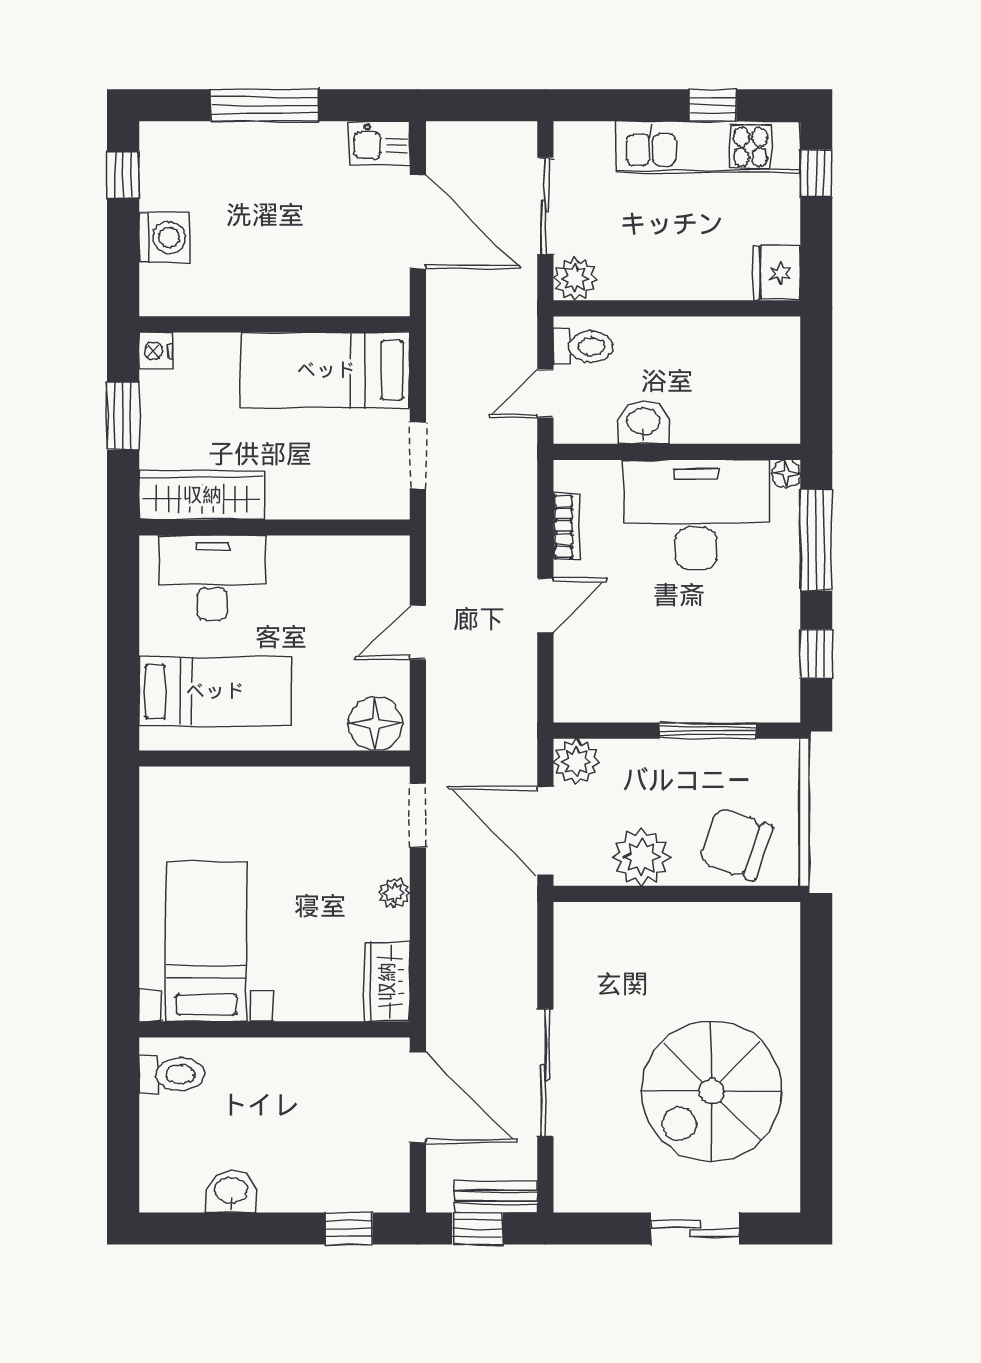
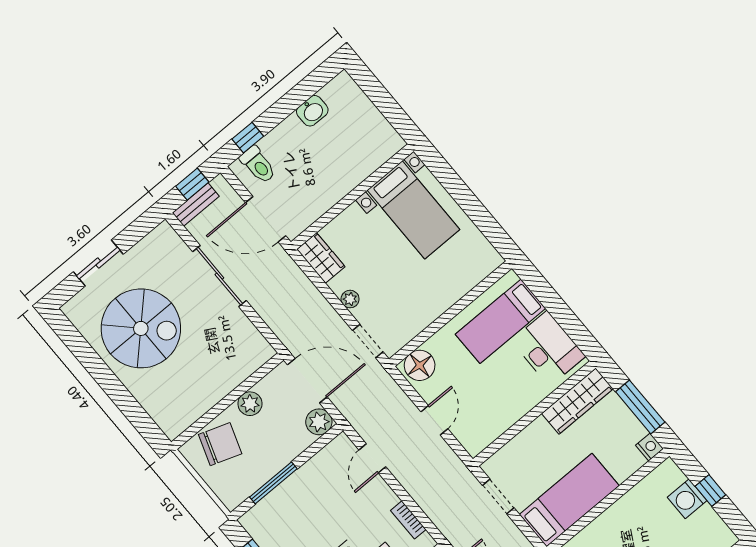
window: (123, 174) -> (710, 491), moved
window: (123, 416) -> (640, 407), width x1.44
desk: (212, 578) -> (548, 349), moved, turned -90
door: (545, 605) -> (372, 458), moved
plant: (641, 857) -> (250, 404), width x0.73, depth x0.73
toilet: (172, 1074) -> (258, 165), moved, turned -90
spiral stairs: (712, 1091) -> (141, 328), turned 90

